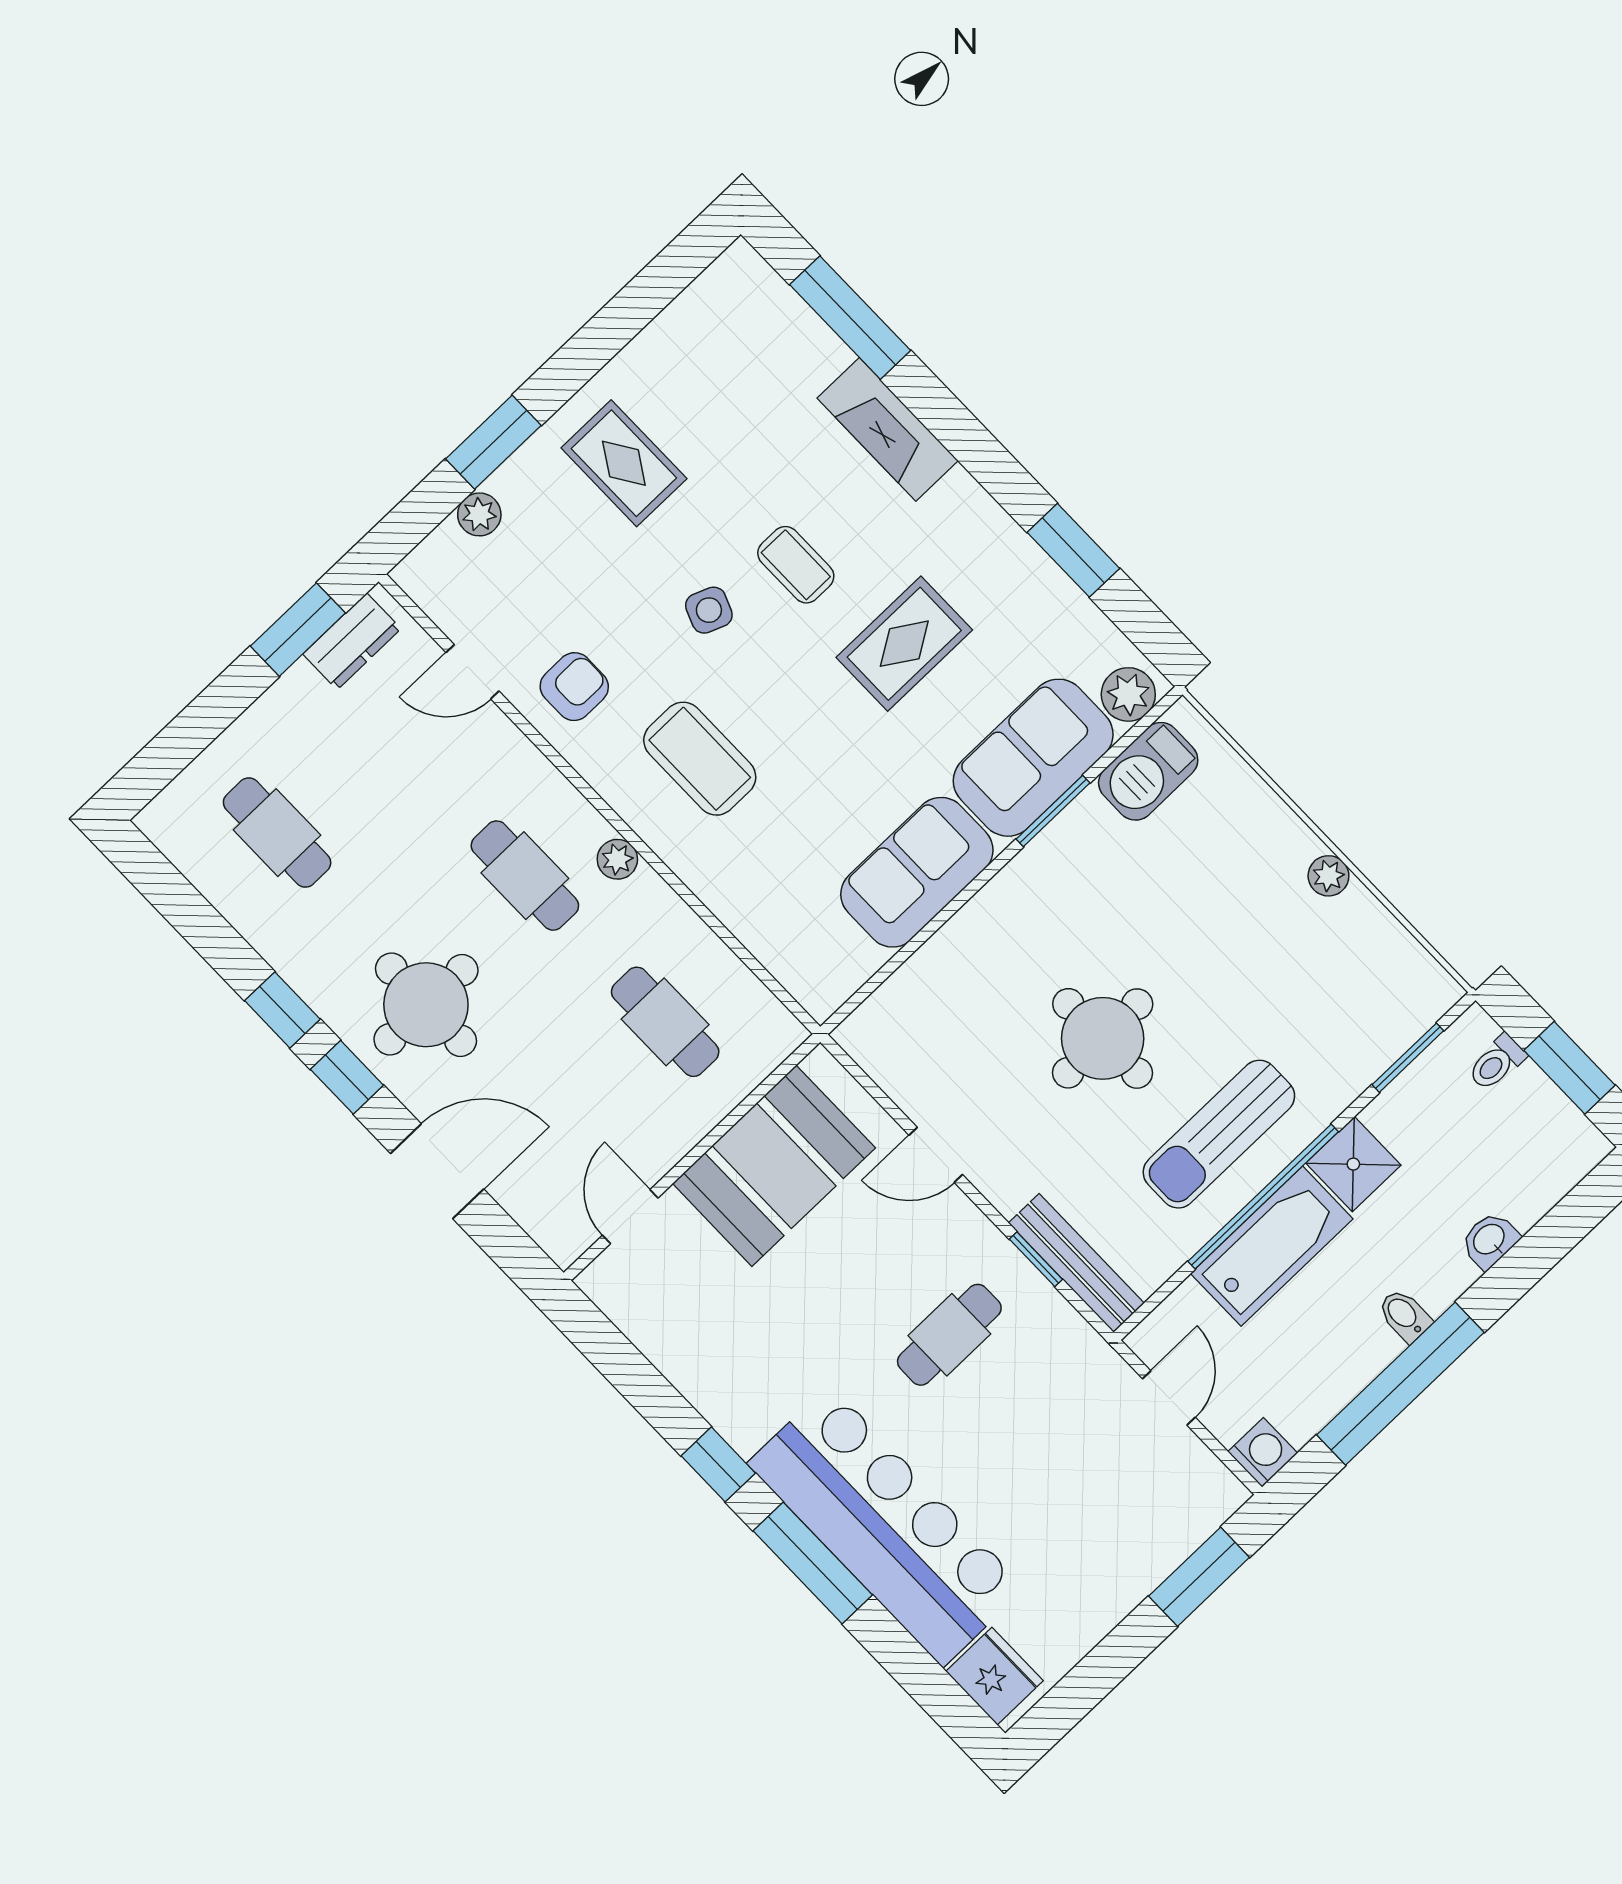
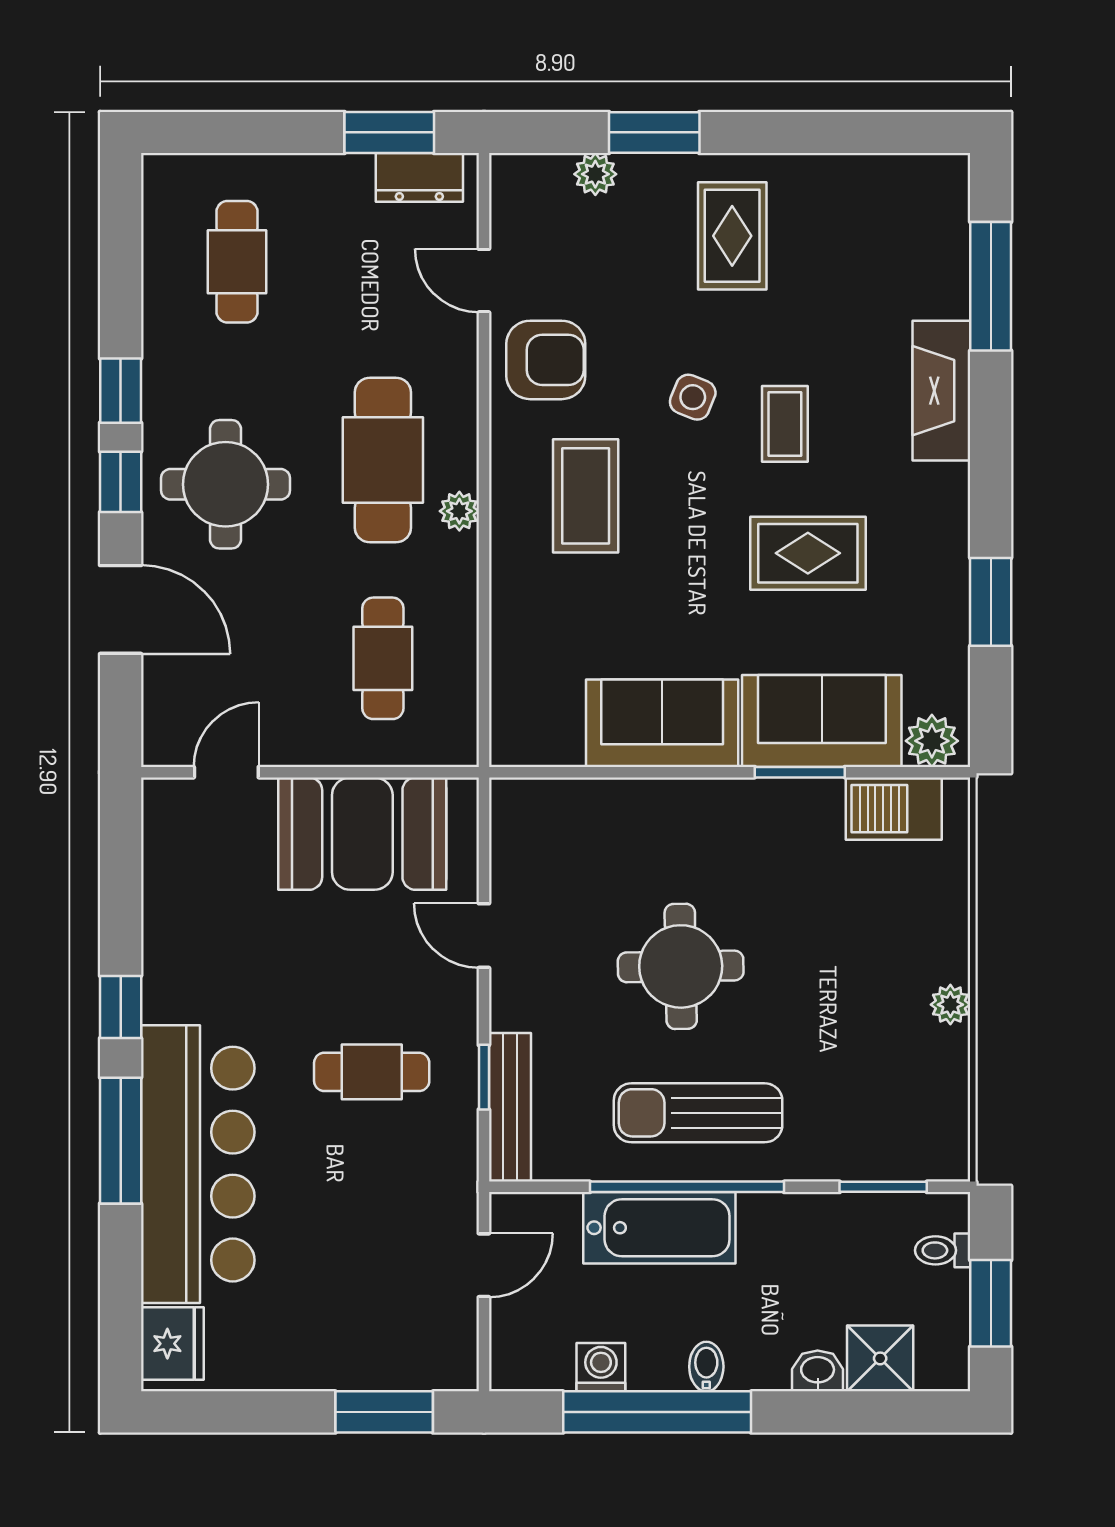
armchair: (574, 687) -> (546, 360), width x1.38, depth x1.38
cafe table: (525, 876) -> (383, 460), width x1.37, depth x1.35
shower: (1353, 1164) -> (880, 1358), moved
washing machine: (1263, 1452) -> (601, 1367), moved, turned -90

